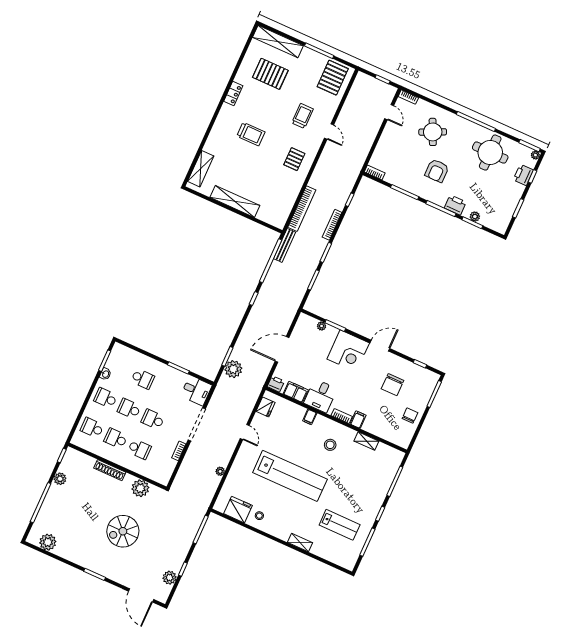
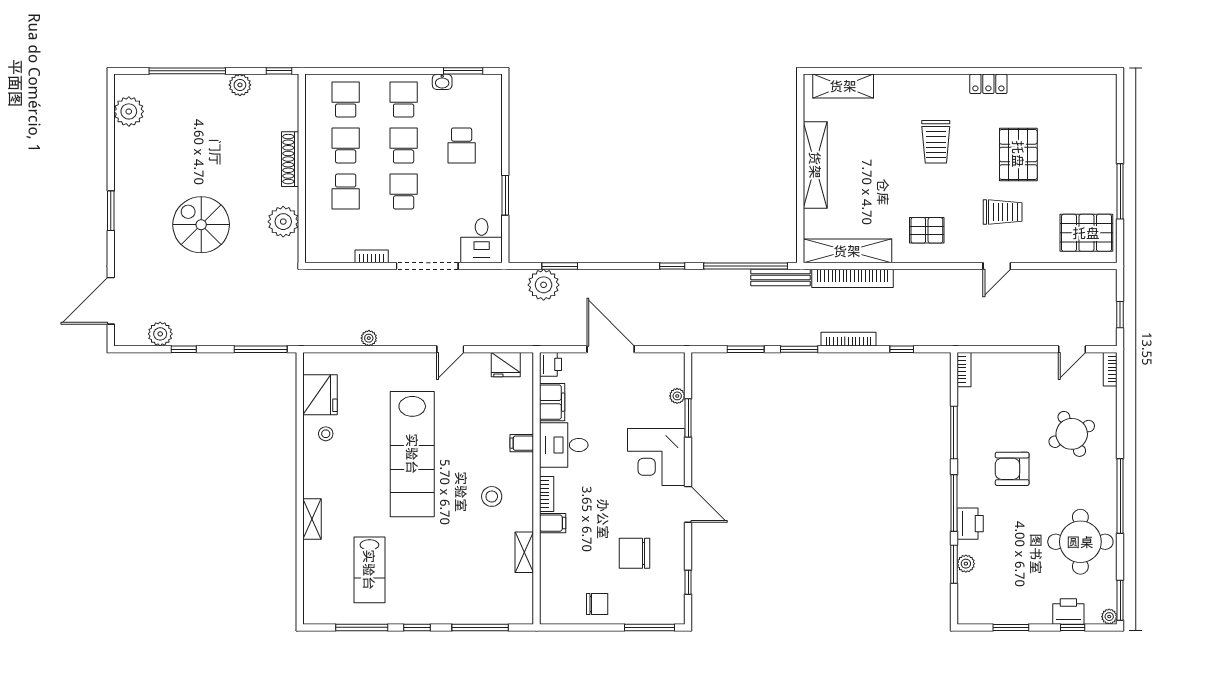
shelving: (278, 42) -> (847, 251), moved, turned 90
pallet: (270, 74) -> (1018, 154), moved

